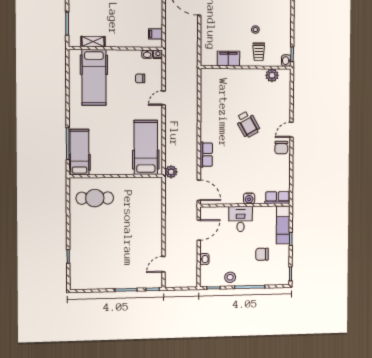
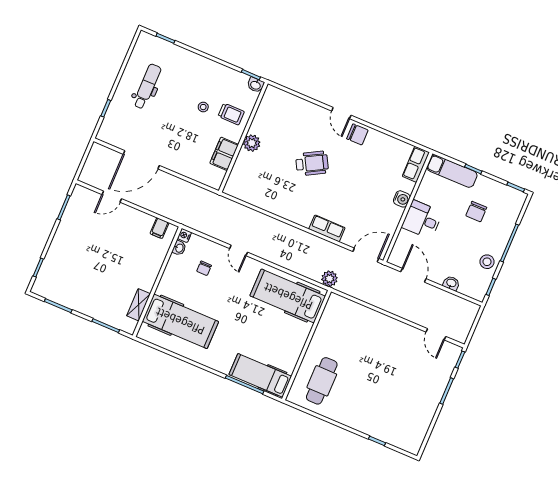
plant: (272, 75) -> (252, 143), moved

